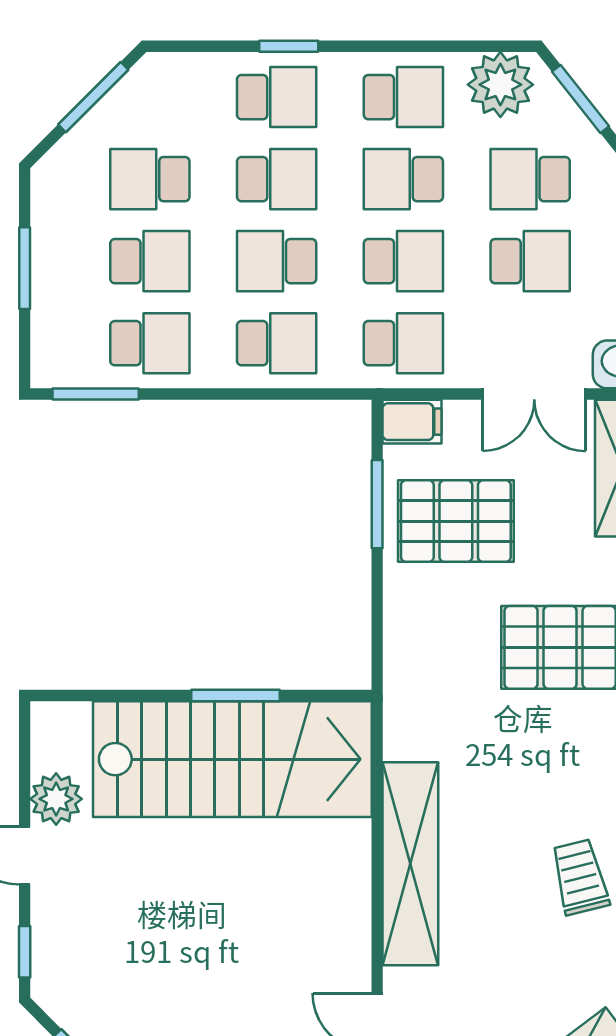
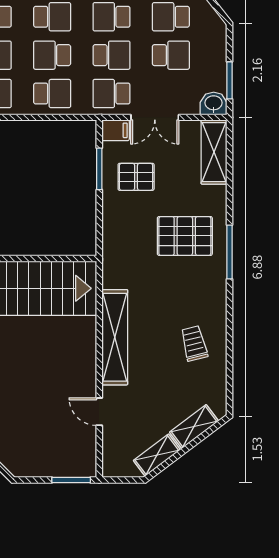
school desk: (403, 343) -> (111, 94), turned 180
double door: (534, 394) -> (155, 117), moved
pallet: (456, 521) -> (136, 177), width x0.67, depth x0.71
window: (236, 696) -> (33, 259), removed

